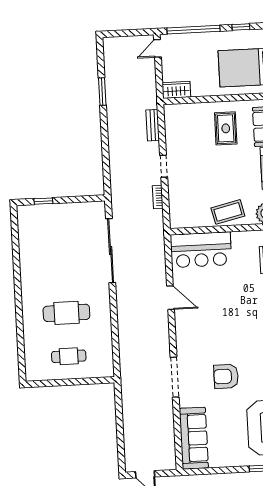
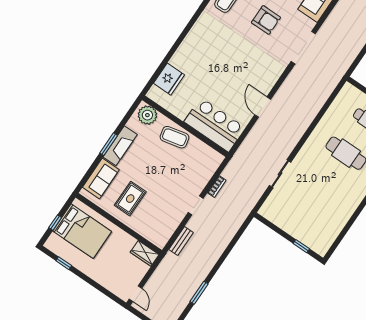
window: (193, 30) -> (99, 287), removed
door: (157, 48) -> (135, 294), hinge flipped
sliding door: (111, 251) -> (280, 174), width x0.54

